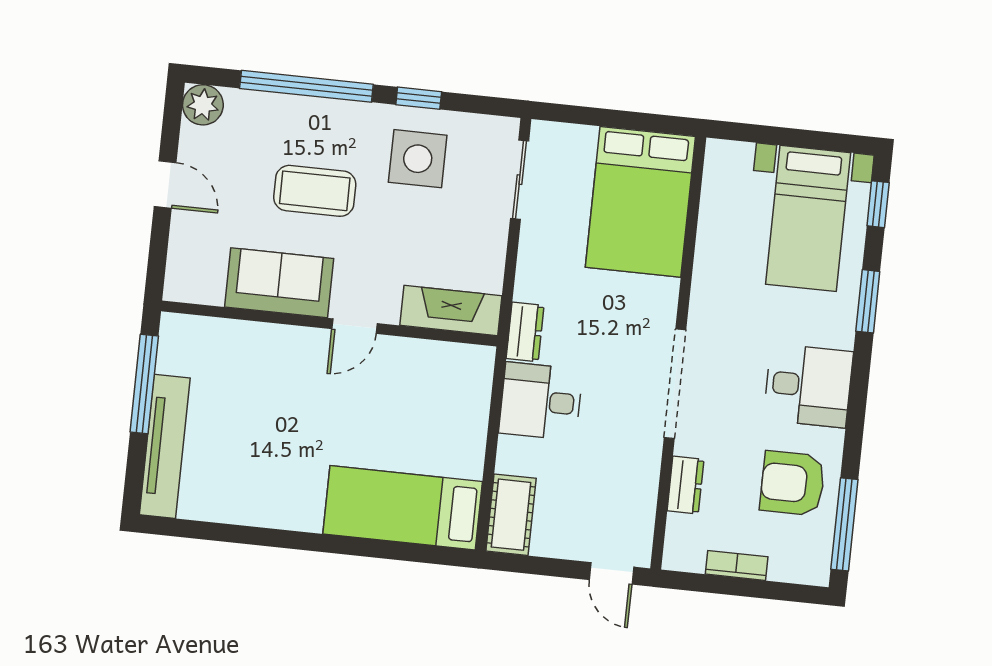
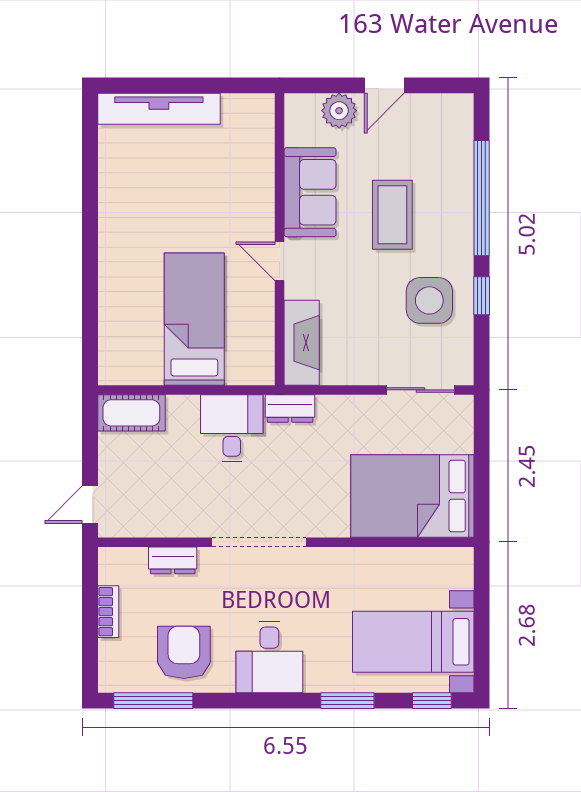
plant: (203, 105) -> (339, 111), moved
window: (144, 384) -> (211, 85), removed
bed: (403, 508) -> (194, 319), moved

